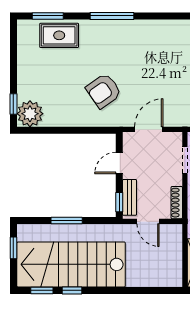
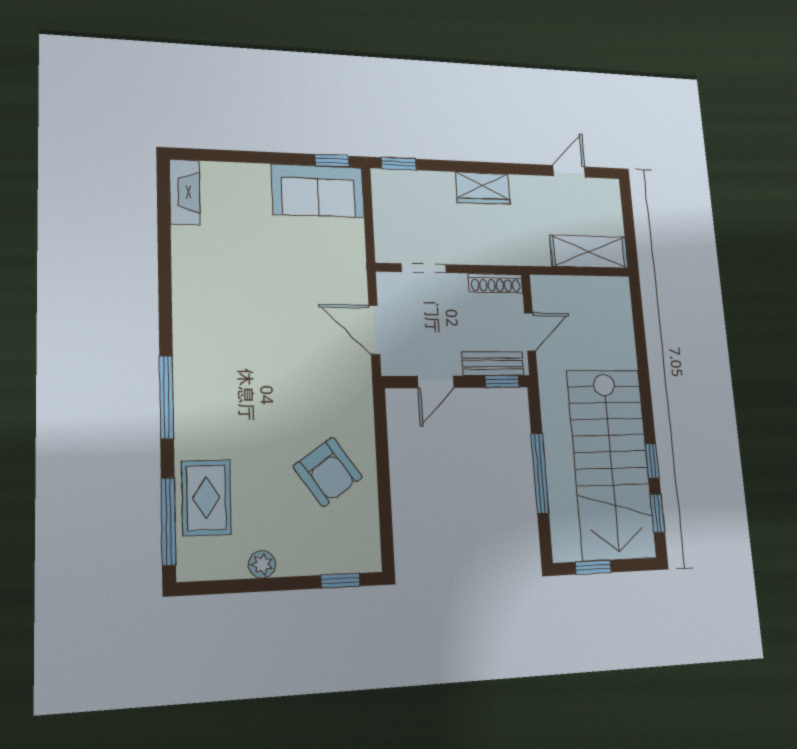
window: (48, 16) -> (168, 521), width x1.44
armchair: (104, 91) -> (328, 472), moved
plant: (30, 114) -> (262, 564), moved, width x0.53, depth x0.53
door: (119, 163) -> (436, 382), hinge flipped
window: (67, 221) -> (540, 473), width x1.44

